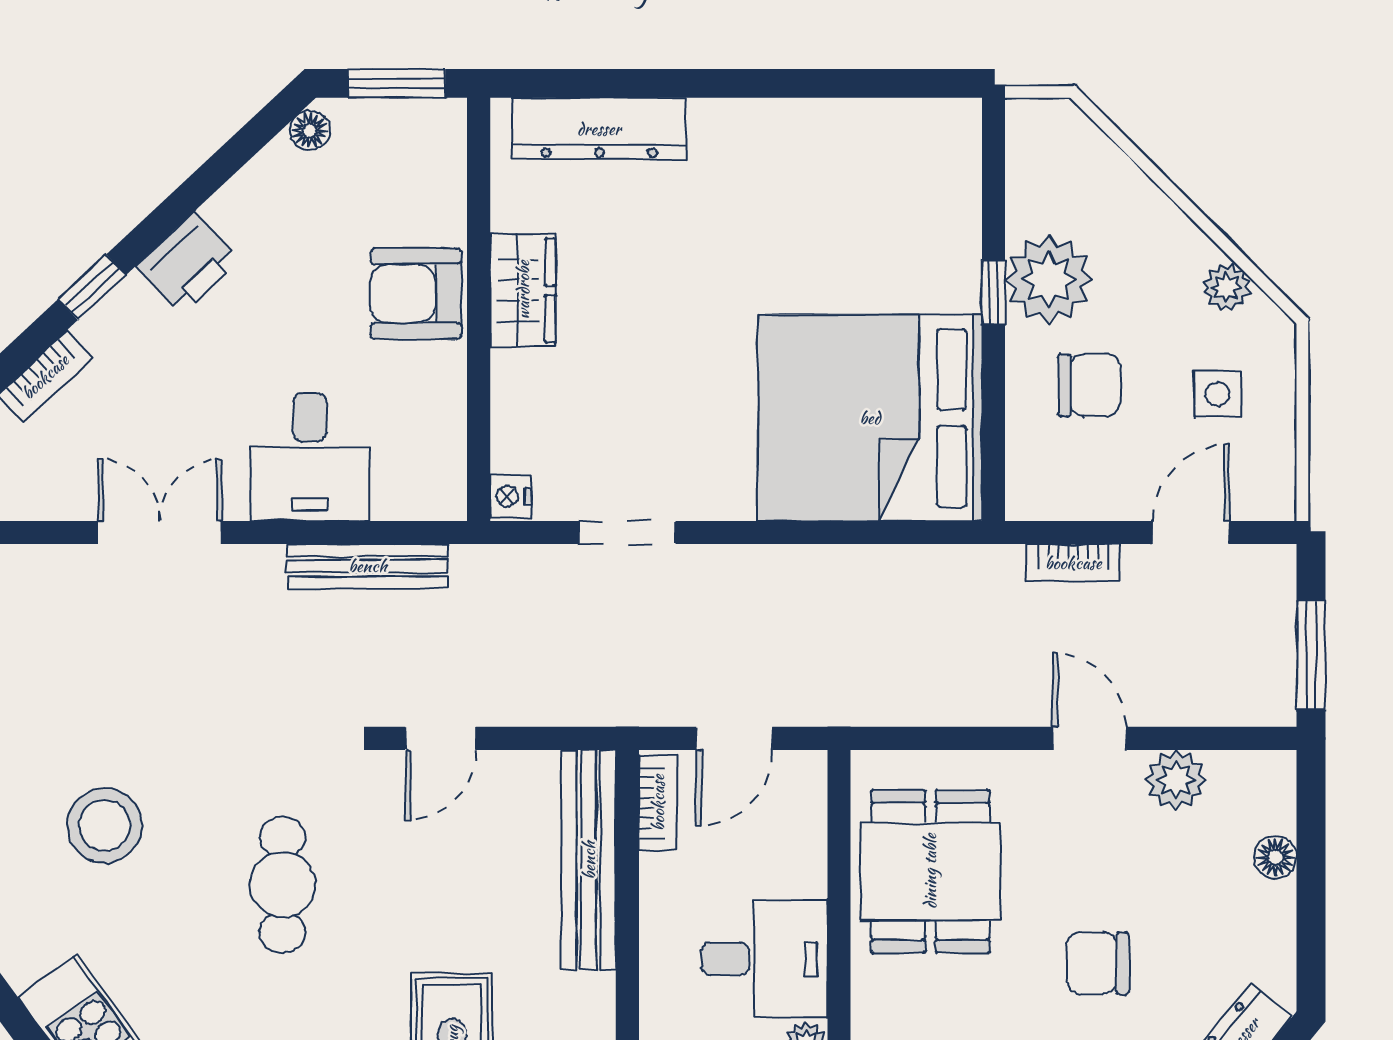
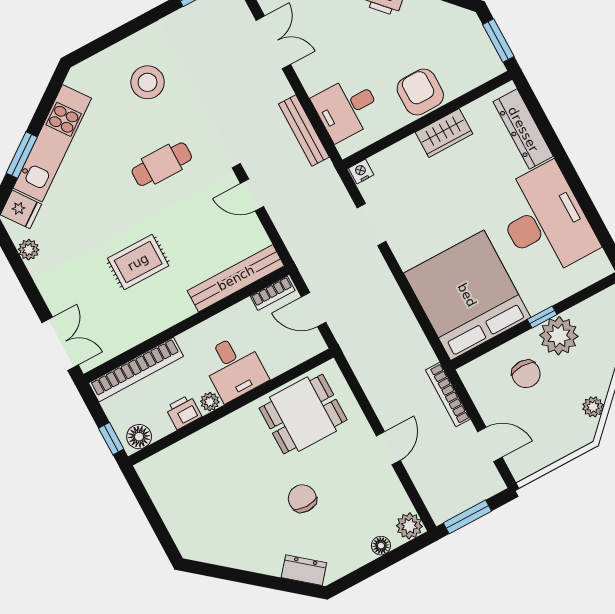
floor lamp: (310, 130) -> (462, 16), removed
desk: (805, 183) -> (545, 221), added
side table: (1217, 394) -> (549, 426), removed
desk: (310, 457) -> (347, 108), moved
bookcase: (1073, 563) -> (448, 395), width x1.56
plant: (1176, 780) -> (409, 526), moved

